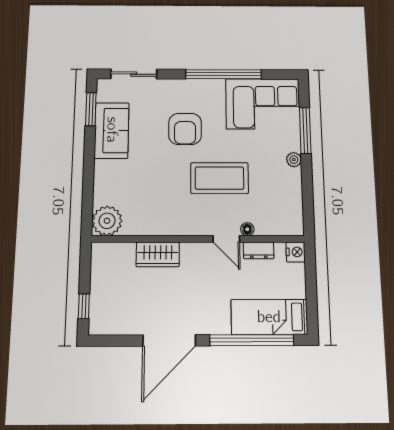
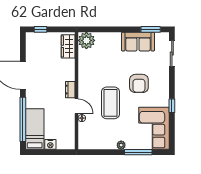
window: (224, 74) -> (172, 106), width x0.32
armchair: (185, 129) -> (139, 83), turned -90
door: (226, 239) -> (76, 106), swing flipped
dresser: (259, 250) -> (70, 90), moved
nightstand: (296, 252) -> (50, 144), moved
wardrobe: (158, 254) -> (68, 46), moved

